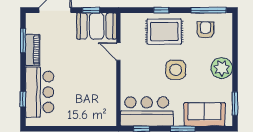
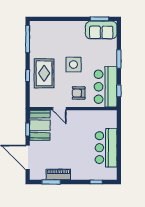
armchair: (205, 30) -> (79, 93), moved
door: (118, 51) -> (59, 109), hinge flipped
plant: (222, 68) -> (72, 29), removed
bar counter: (40, 92) -> (106, 148), moved, turned -90
sofa: (204, 114) -> (101, 30), moved, turned -90

